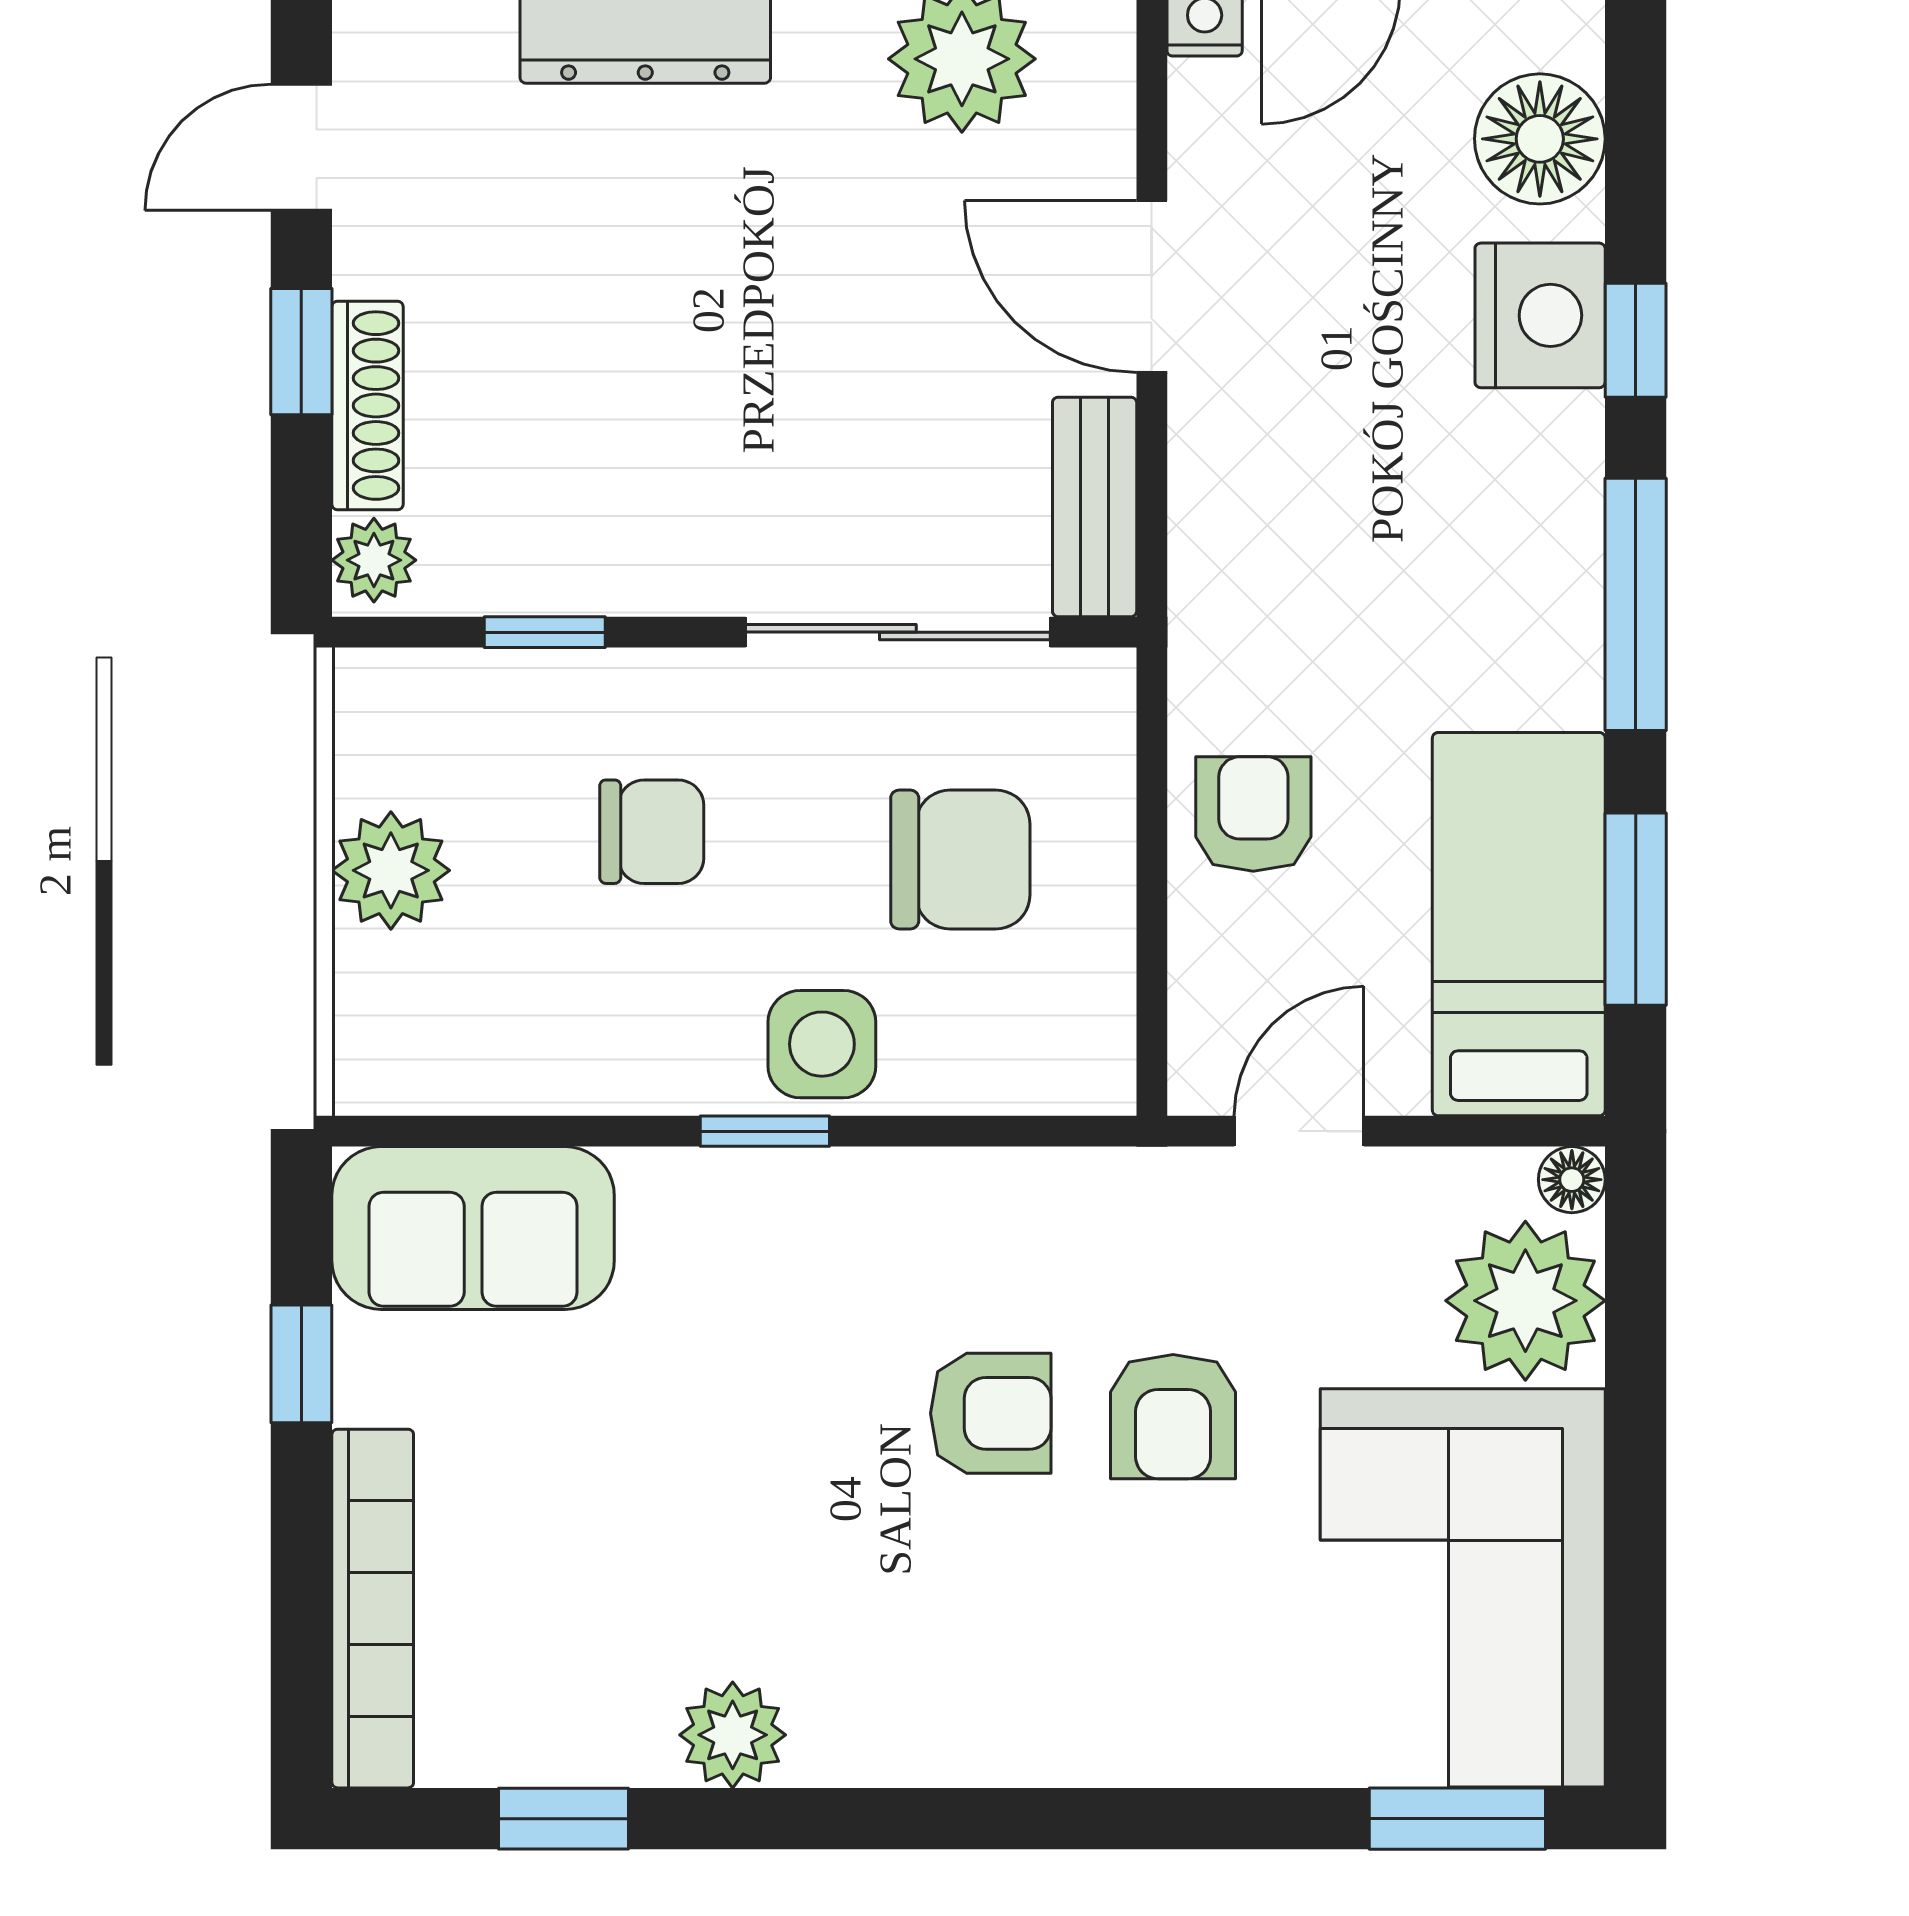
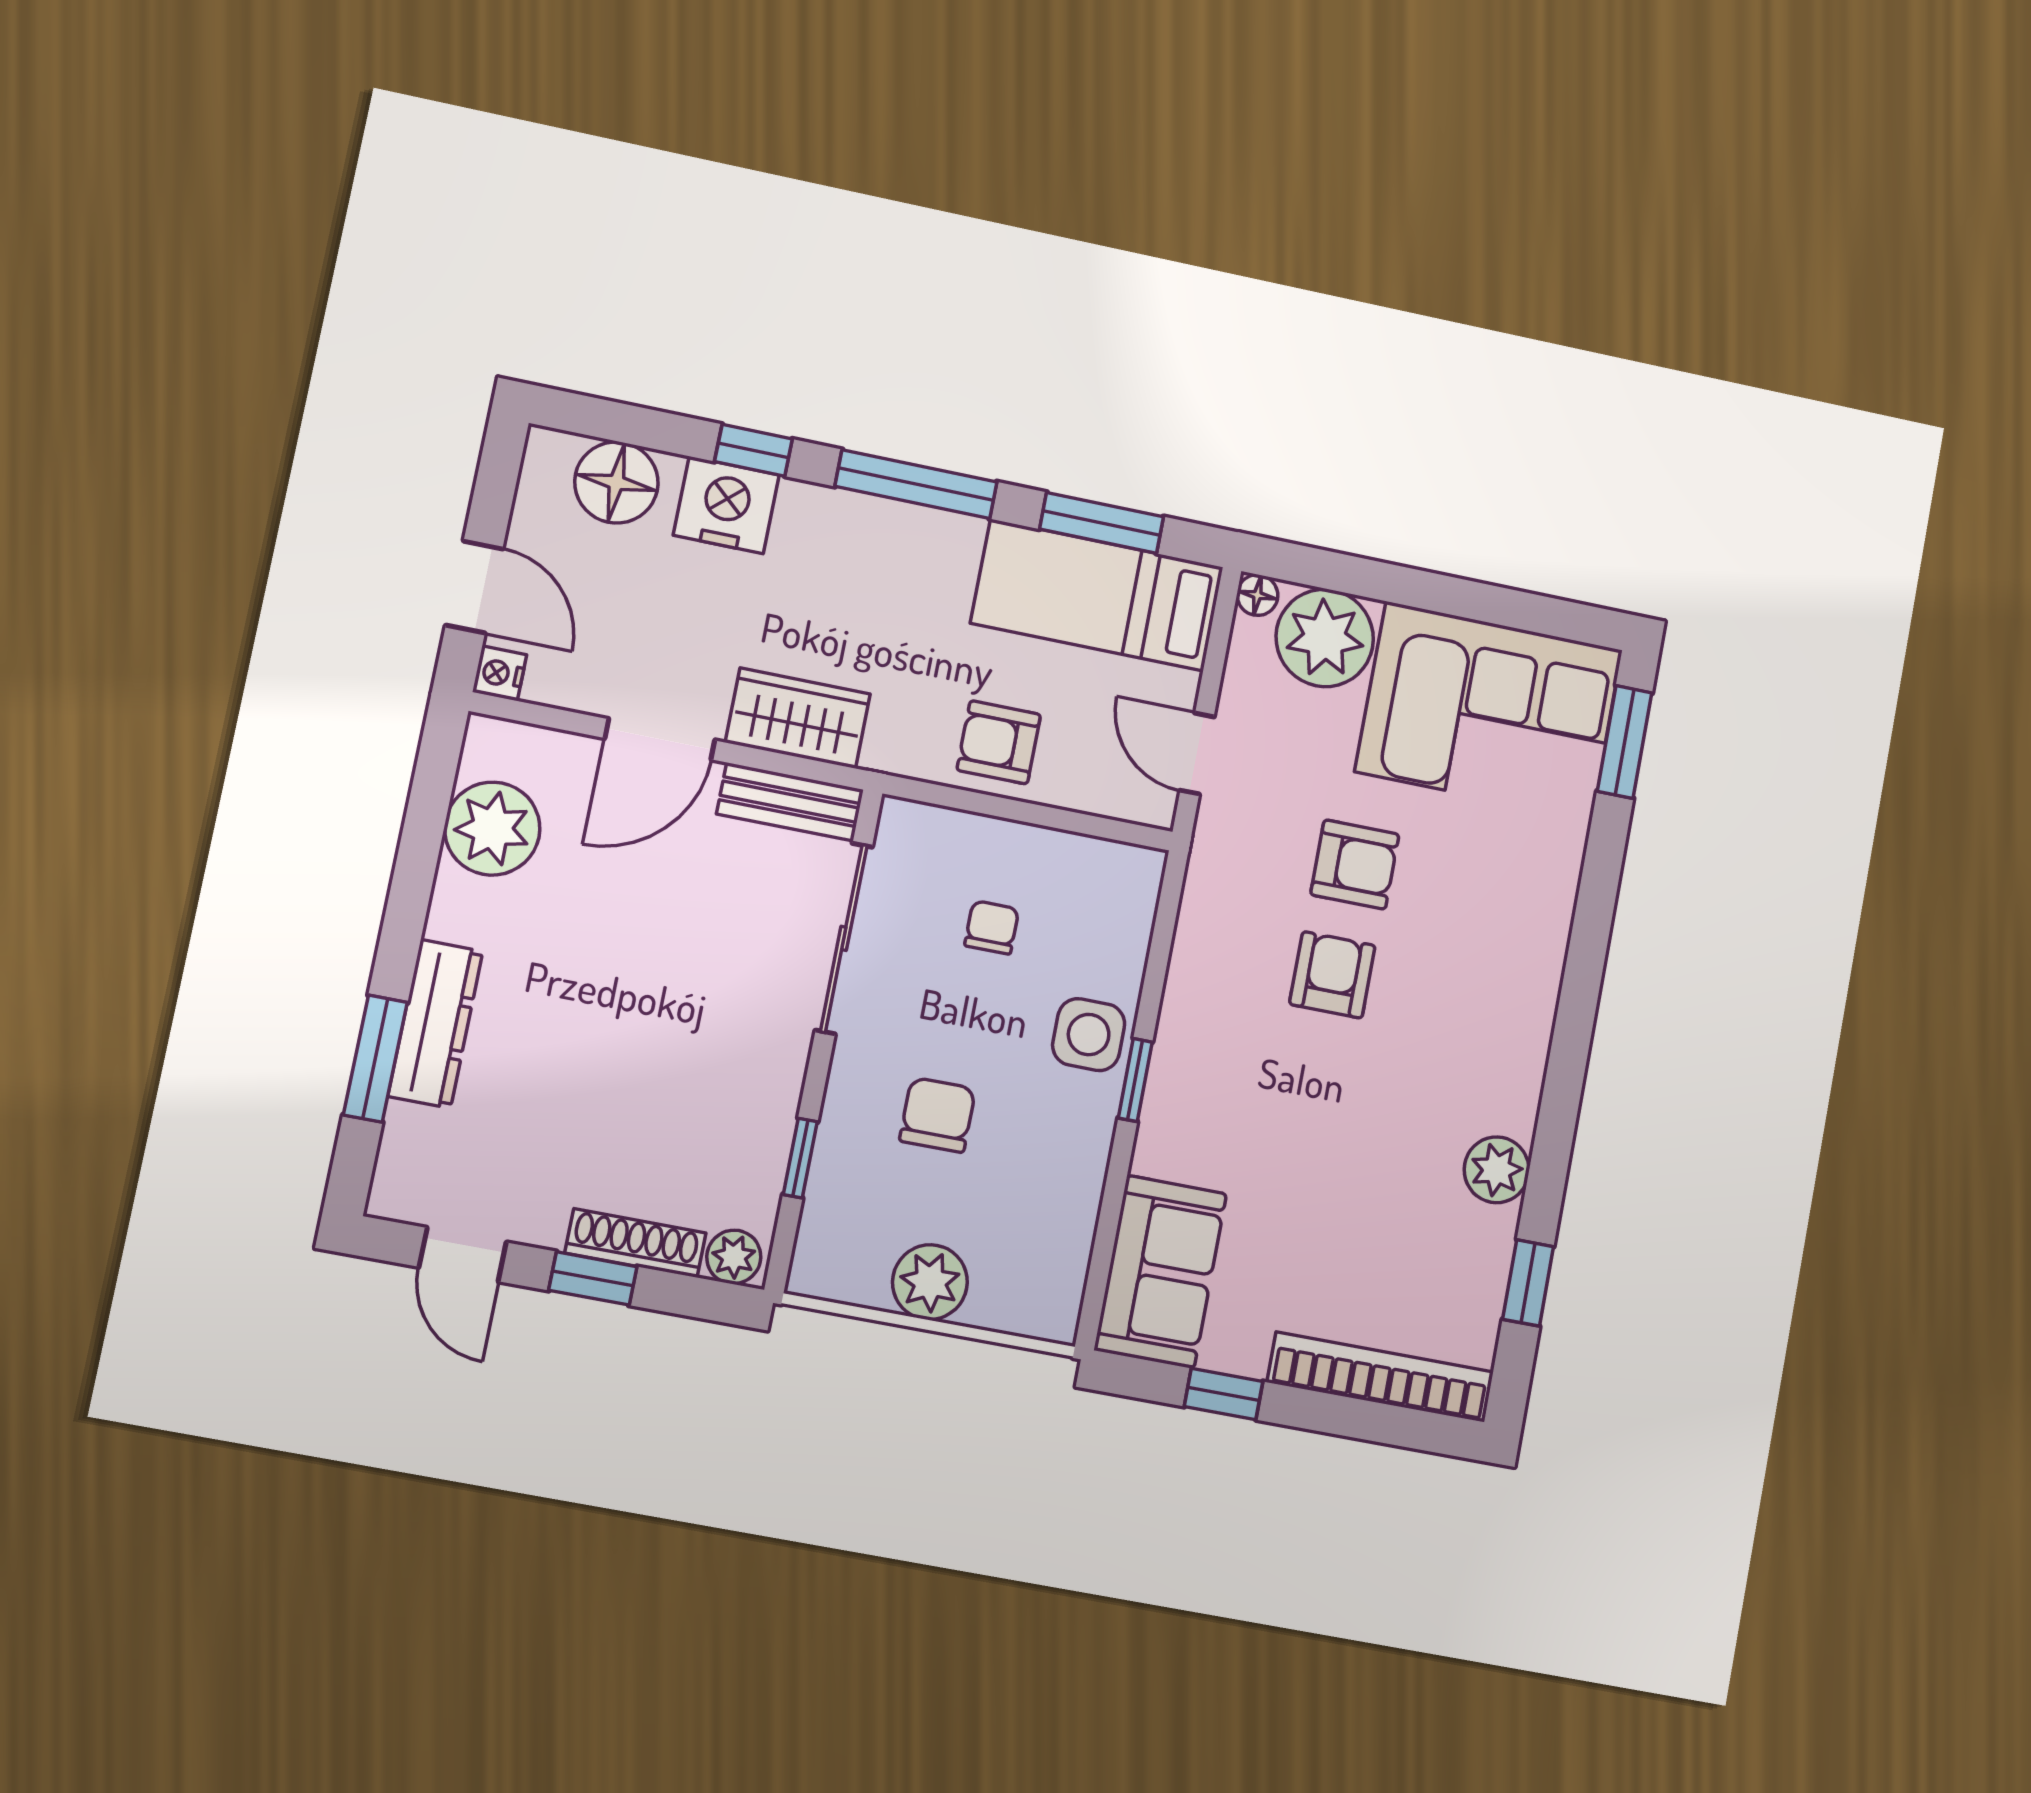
wardrobe: (1228, 493) -> (798, 718), added
chair: (960, 859) -> (992, 927), width x0.54, depth x0.54

